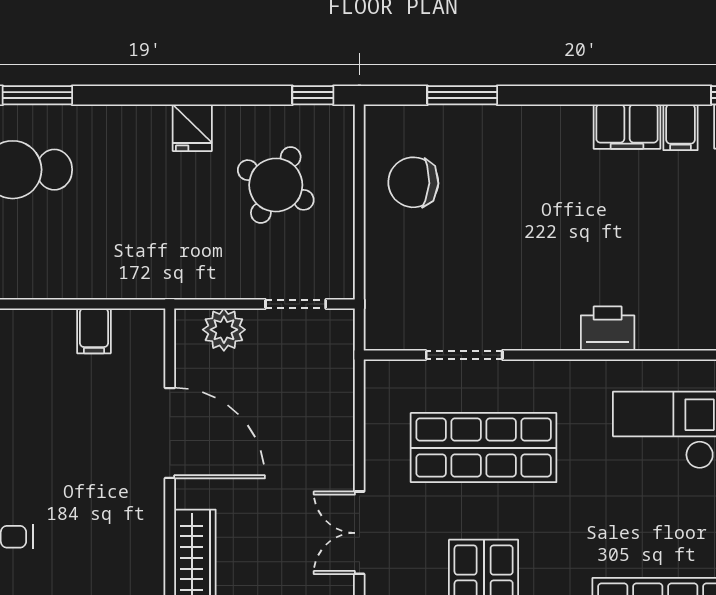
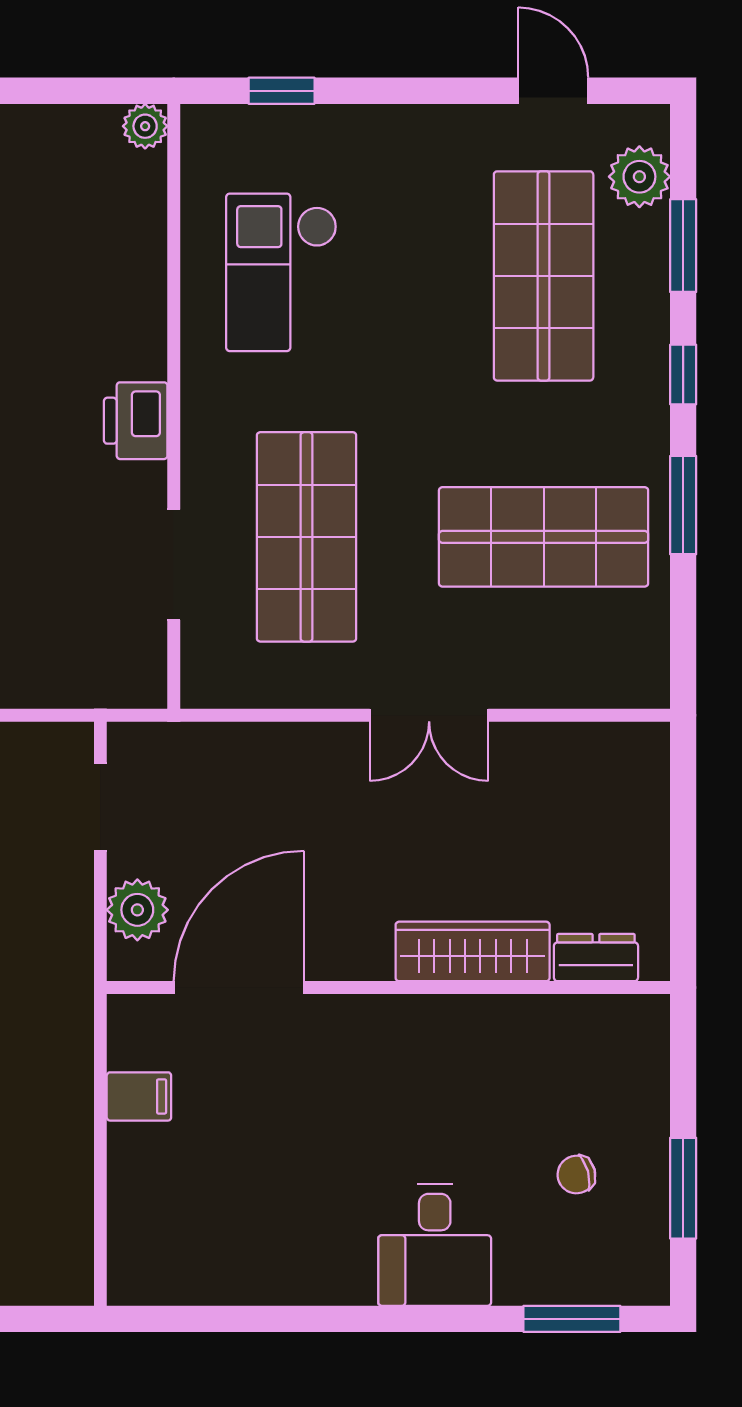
printer: (608, 329) -> (136, 421), moved
door: (170, 433) -> (239, 987), moved

